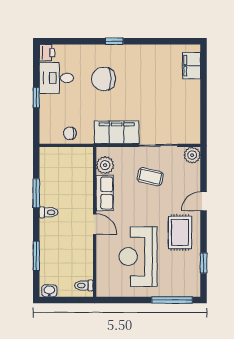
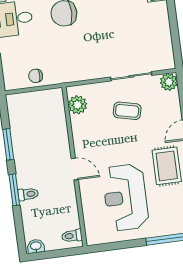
filing cabinet: (117, 132) -> (85, 68), removed
row of seats: (105, 193) -> (81, 134), removed
toilet: (49, 212) -> (28, 194), moved
window: (36, 256) -> (14, 190), moved

